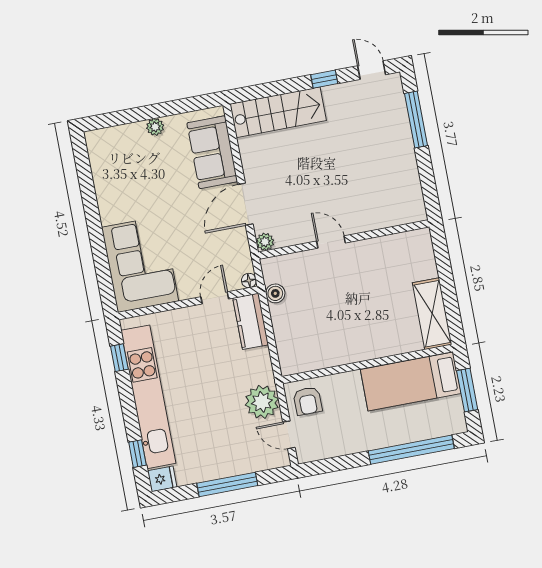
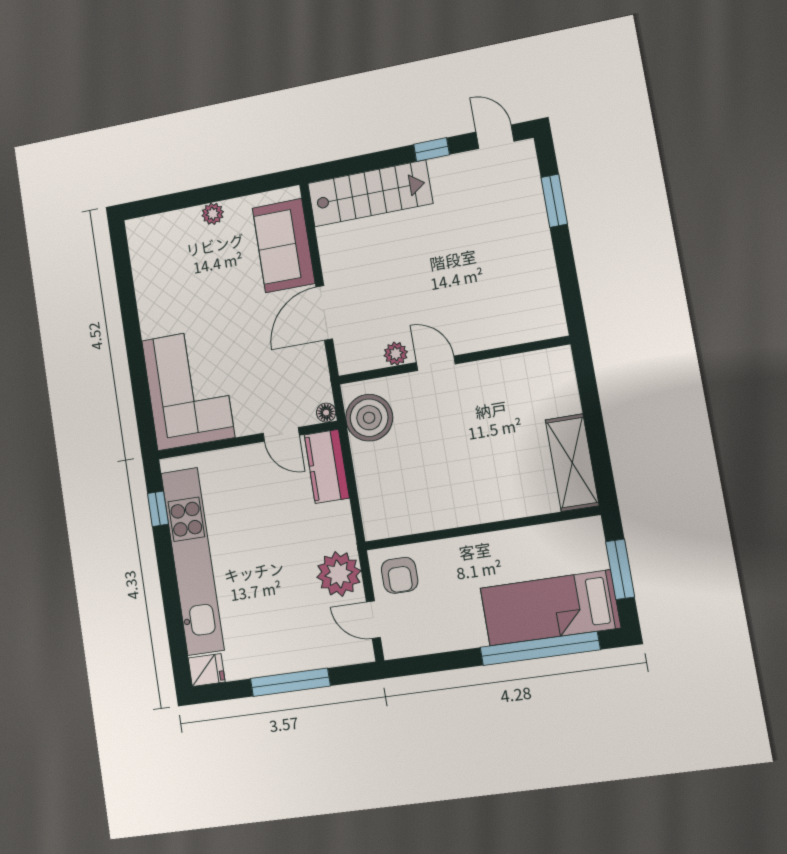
window: (416, 119) -> (554, 201), width x0.69
plant: (265, 242) -> (396, 354), moved
boiler: (275, 293) -> (369, 418), width x1.86, depth x1.86
door: (215, 298) -> (281, 434), swing flipped
bed: (411, 382) -> (550, 608), moved
window: (137, 454) -> (176, 635), removed

